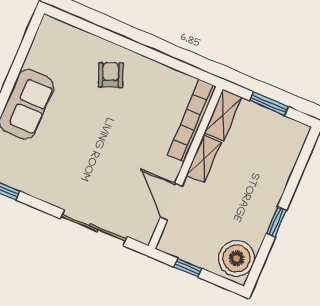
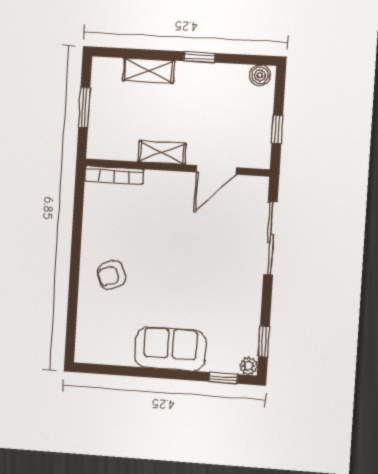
shelving: (223, 115) -> (148, 71), moved
bookcase: (192, 120) -> (114, 175), width x0.68, depth x0.76
boiler: (237, 258) -> (260, 75), width x0.54, depth x0.54

